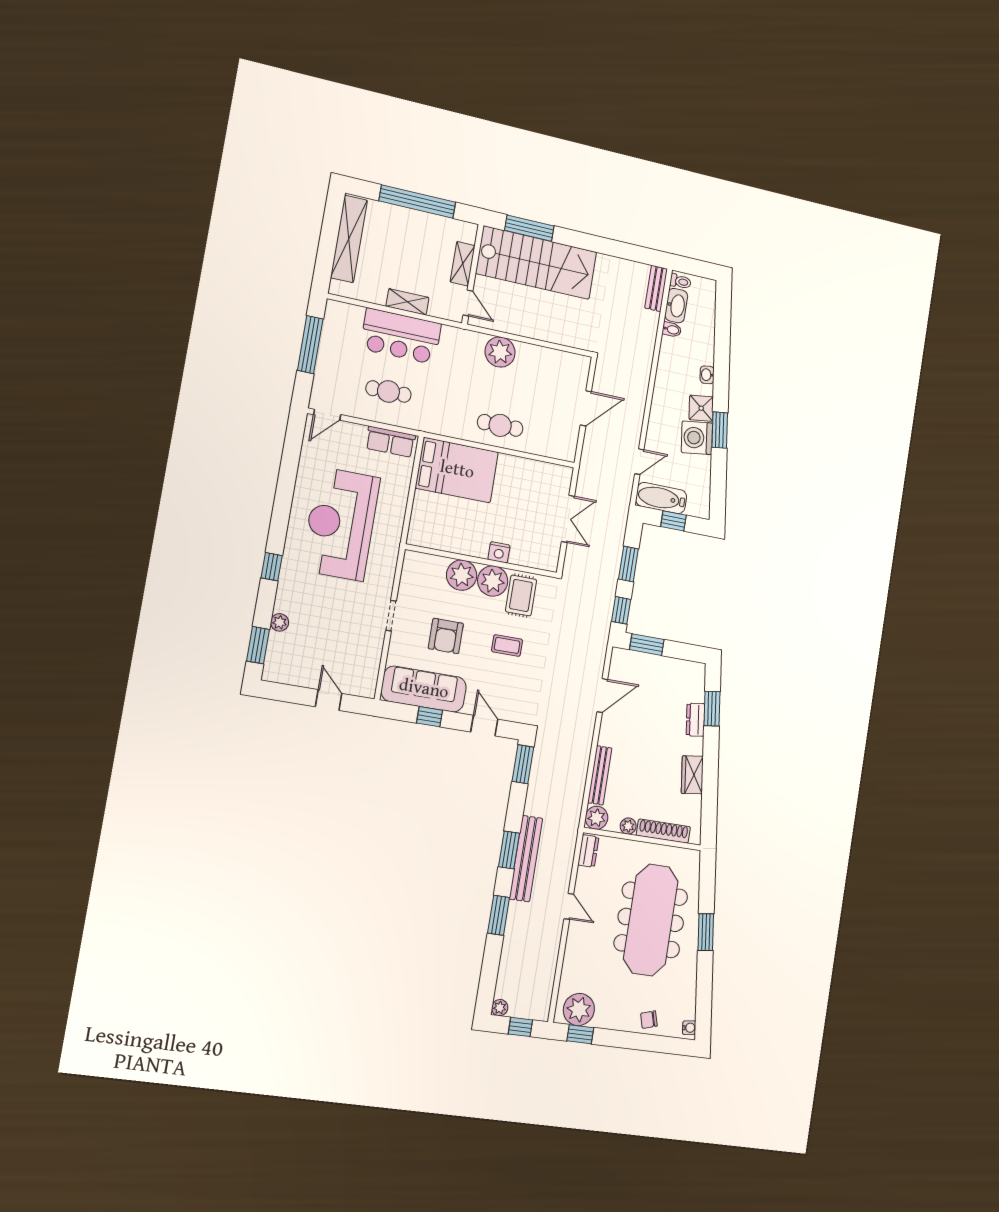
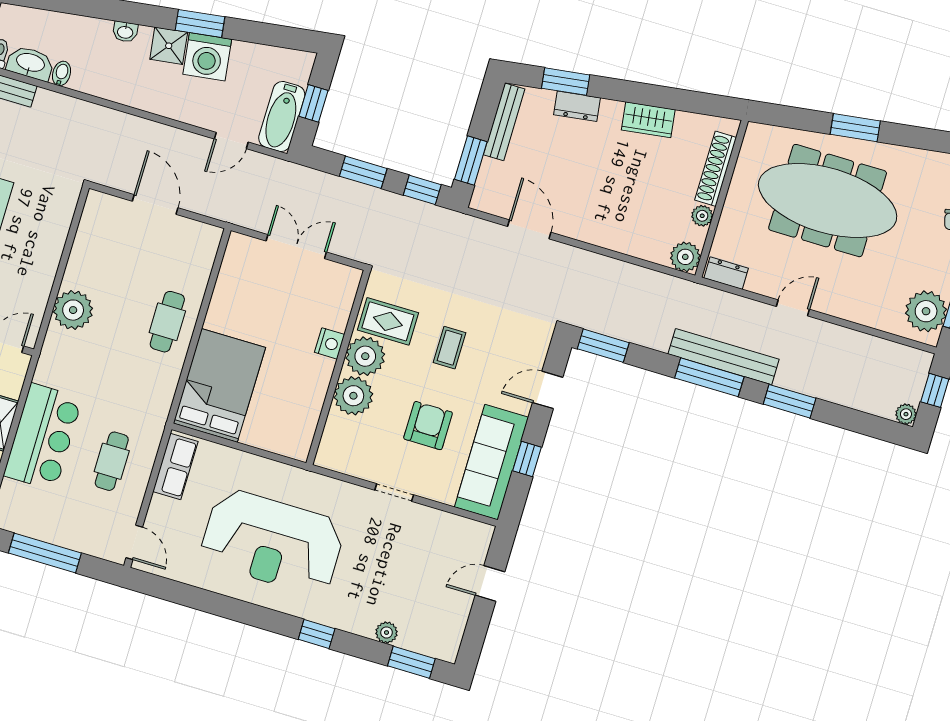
door: (639, 462) -> (231, 141), swing flipped
armchair: (446, 636) -> (428, 426), turned -90
bench: (600, 775) -> (504, 122), moved, turned 90
window: (509, 850) -> (709, 377), width x1.44

